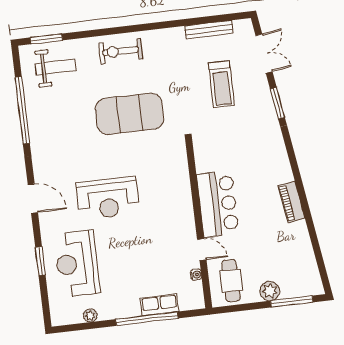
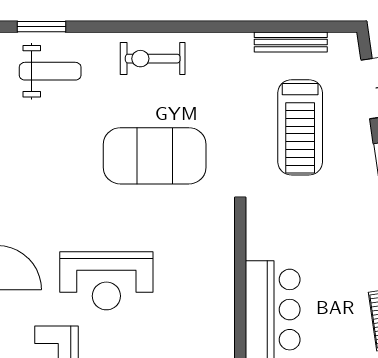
treadmill: (221, 84) -> (300, 127), width x1.37, depth x1.38

